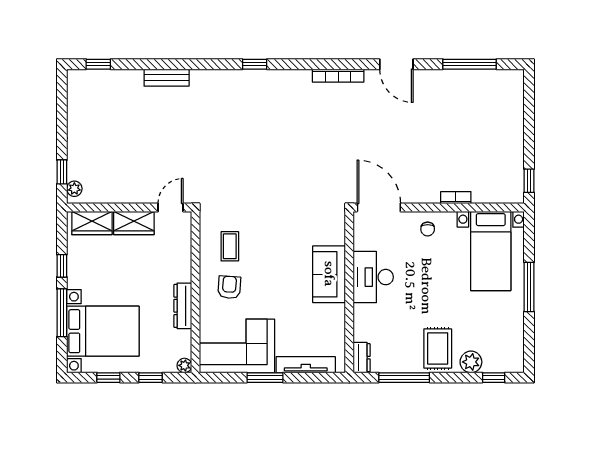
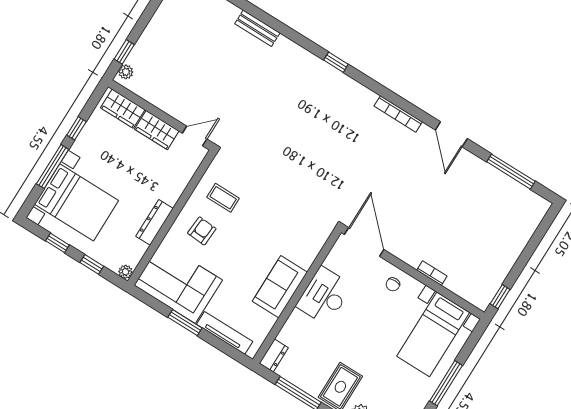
coffee table: (230, 246) -> (223, 198), turned 90
sofa: (329, 274) -> (280, 287), moved

